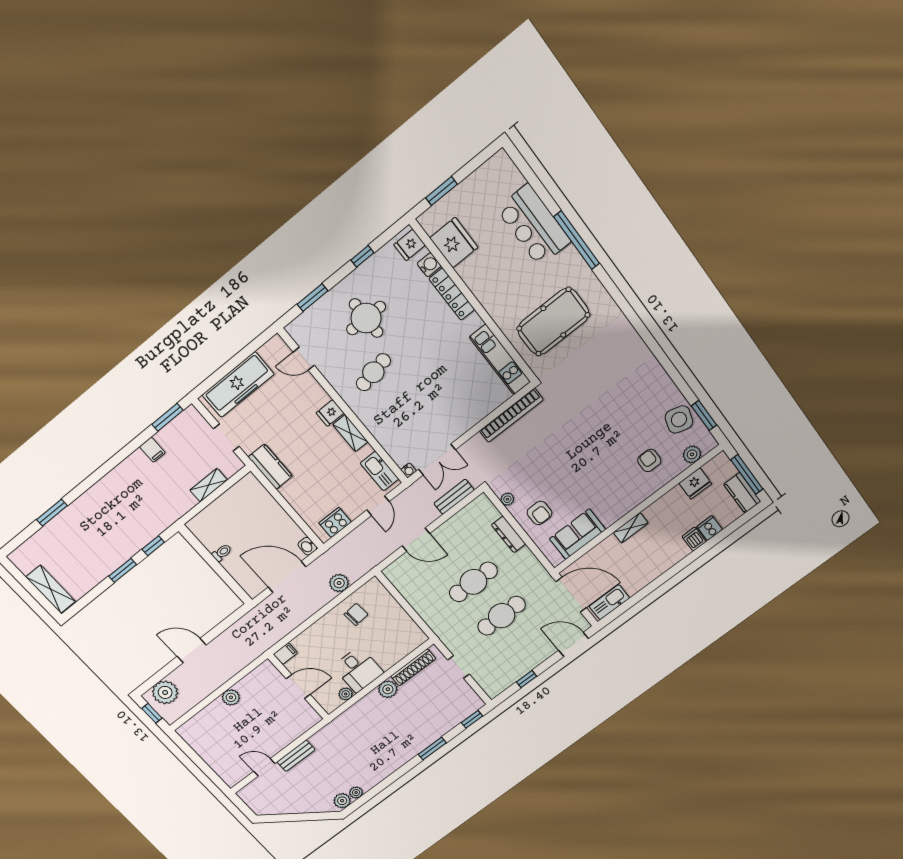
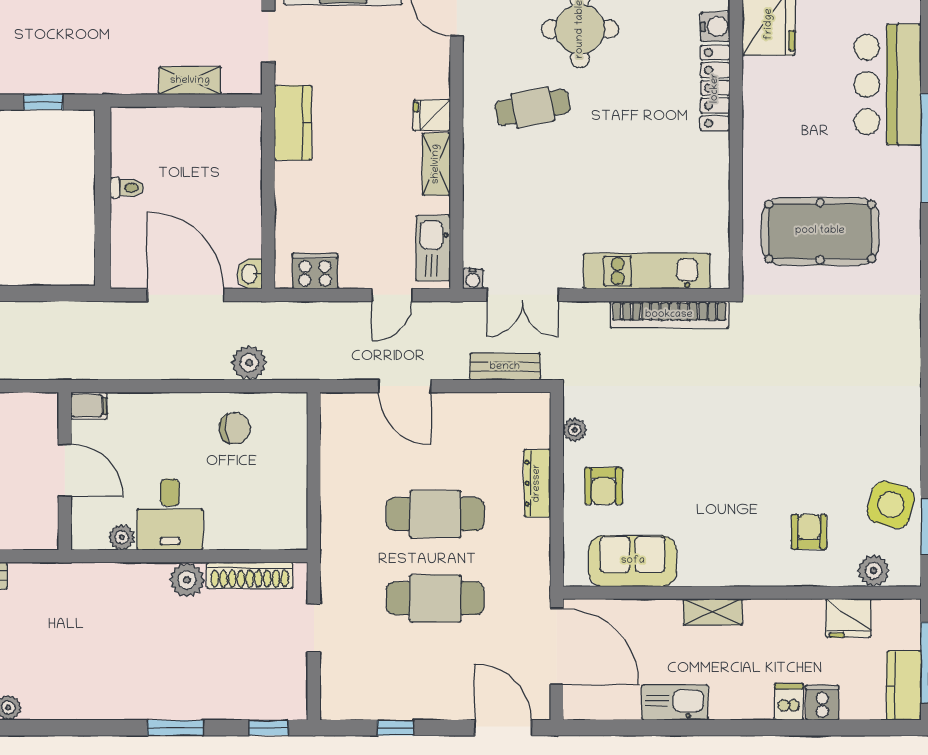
kitchen unit: (500, 360) -> (647, 271), moved, turned 90
kitchen sink: (609, 602) -> (675, 703), moved

